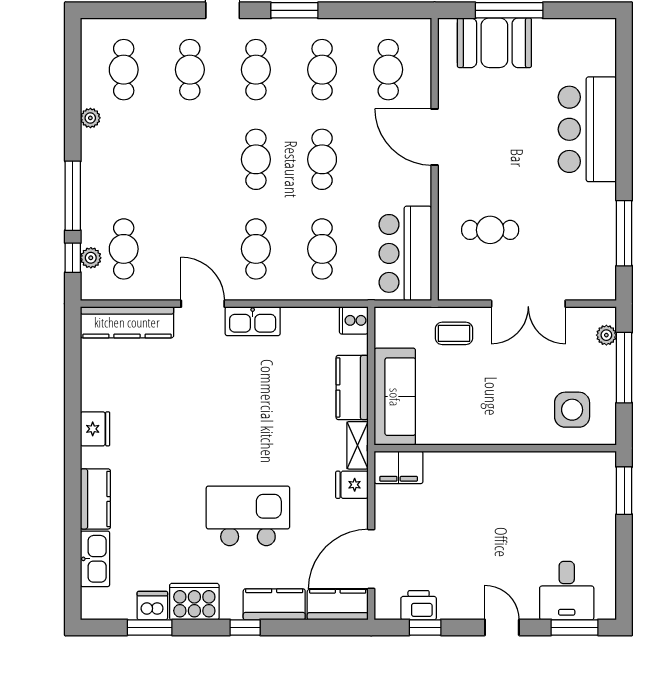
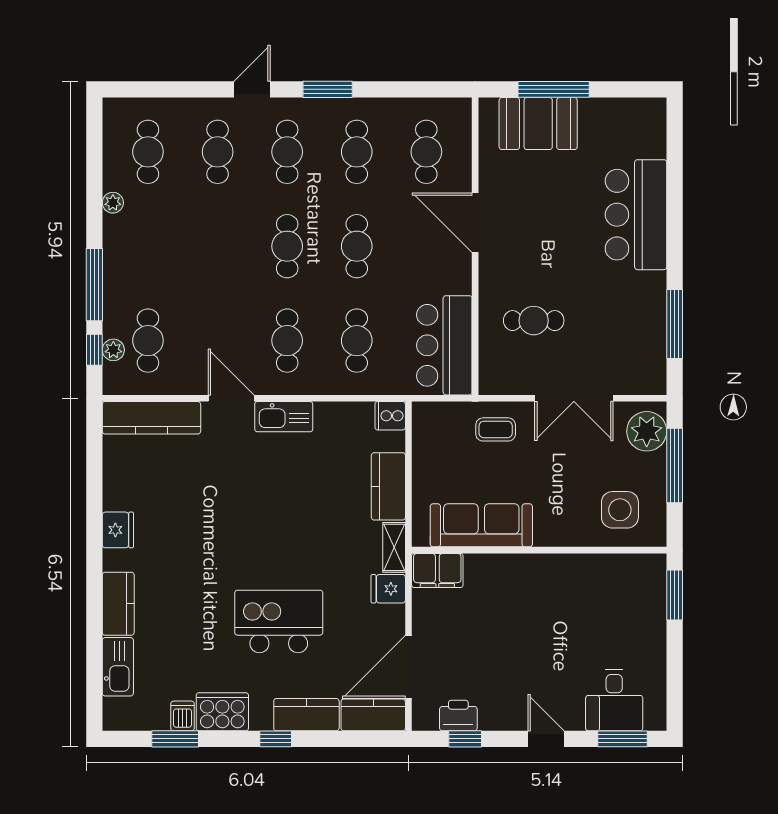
plant: (606, 335) -> (647, 431), width x1.87, depth x1.87
sofa: (395, 397) -> (481, 525), moved, turned -90
dishwasher: (152, 606) -> (183, 716), width x0.73

